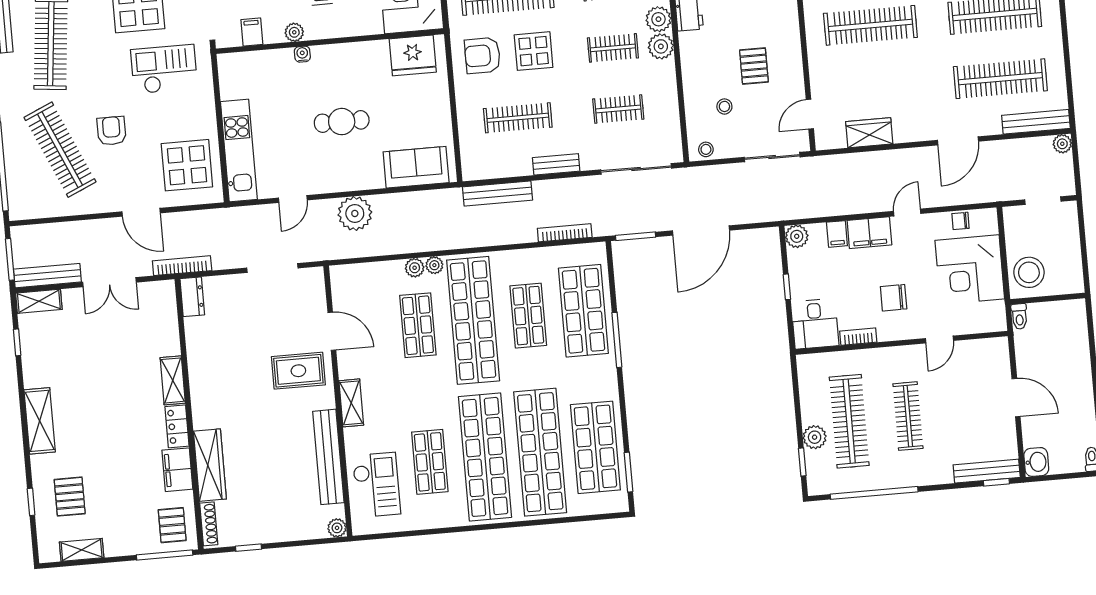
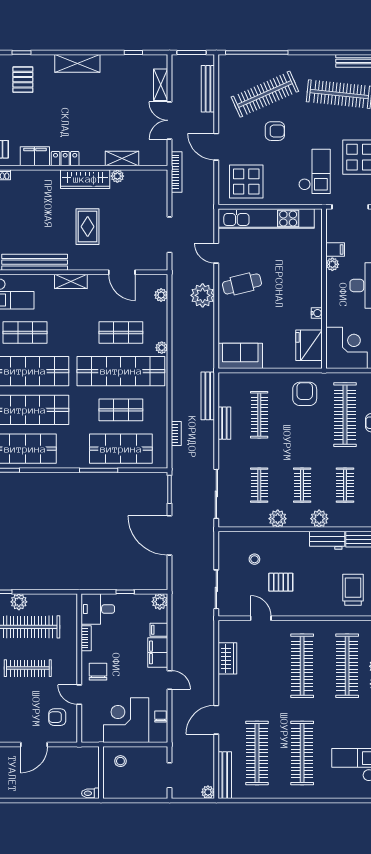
filing cabinet: (252, 32) -> (335, 249), moved
plant: (661, 46) -> (278, 519), moved
display table: (534, 51) -> (305, 430), removed
water cooler: (302, 54) -> (317, 313), moved
door: (810, 114) -> (261, 618), moved
cafe table: (342, 122) -> (242, 284), moved, turned 76
door: (958, 141) -> (216, 720), hinge flipped
stool: (706, 149) -> (226, 544), removed
kitchen unit: (239, 151) -> (266, 219), width x1.36
bench: (556, 164) -> (224, 423), moved
sofa: (416, 167) -> (240, 356), moved, turned -90
door: (141, 212) -> (216, 147), hinge flipped
bookcase: (565, 233) -> (176, 434), width x0.64
plant: (415, 268) -> (161, 295), moved
stool: (1029, 272) -> (120, 761), width x0.53, depth x0.53
bench: (47, 276) -> (208, 89), moved
dresser: (192, 297) -> (154, 177), removed
chair: (894, 298) -> (98, 672), moved
shelving: (39, 301) -> (161, 85), moved
toilet: (1019, 316) -> (90, 793), moved
door: (332, 331) -> (122, 272), hinge flipped
plant: (195, 350) -> (117, 176), added
armchair: (974, 368) -> (57, 717), added
rug: (298, 371) -> (88, 227), moved
shelving: (173, 380) -> (122, 158), moved
wardrobe: (210, 465) -> (85, 179), moved
pallet: (70, 497) -> (23, 80), turned 90

